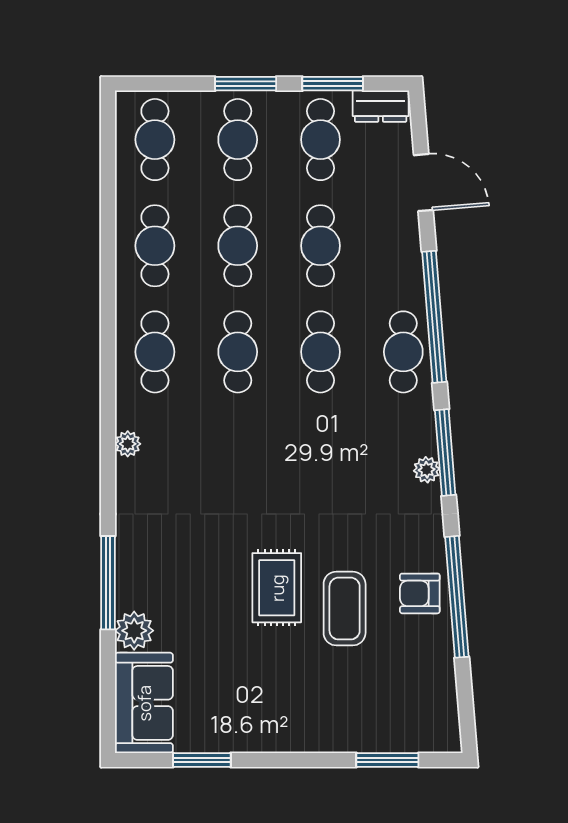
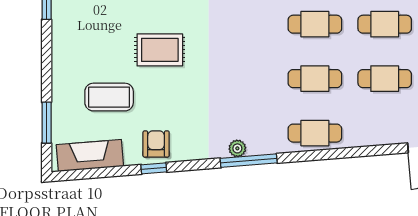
window: (434, 317) -> (338, 153), removed
window: (457, 597) -> (154, 168), width x0.32
coffee table: (345, 609) -> (109, 97), moved
fireplace: (437, 694) -> (90, 155), added

